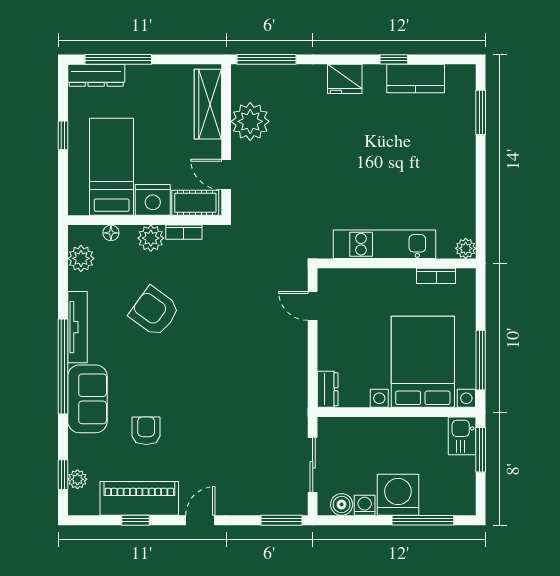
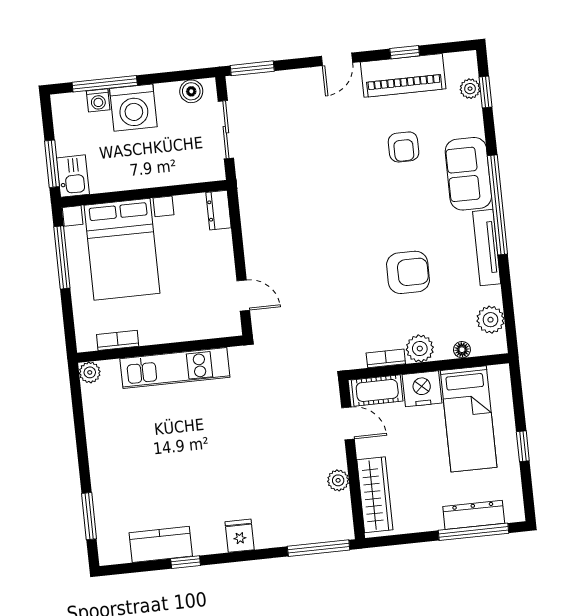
dresser: (96, 75) -> (474, 515), moved
fridge: (345, 79) -> (240, 536), width x0.72
plant: (250, 121) -> (338, 480), width x0.53, depth x0.53
armchair: (154, 311) -> (408, 272), turned -36
washing machine: (365, 505) -> (98, 100), moved

